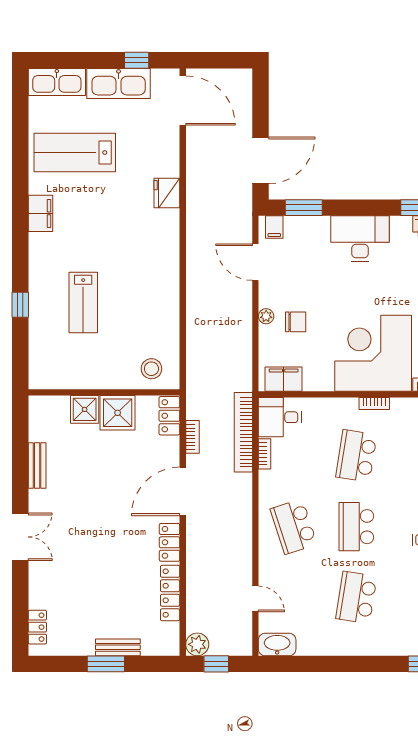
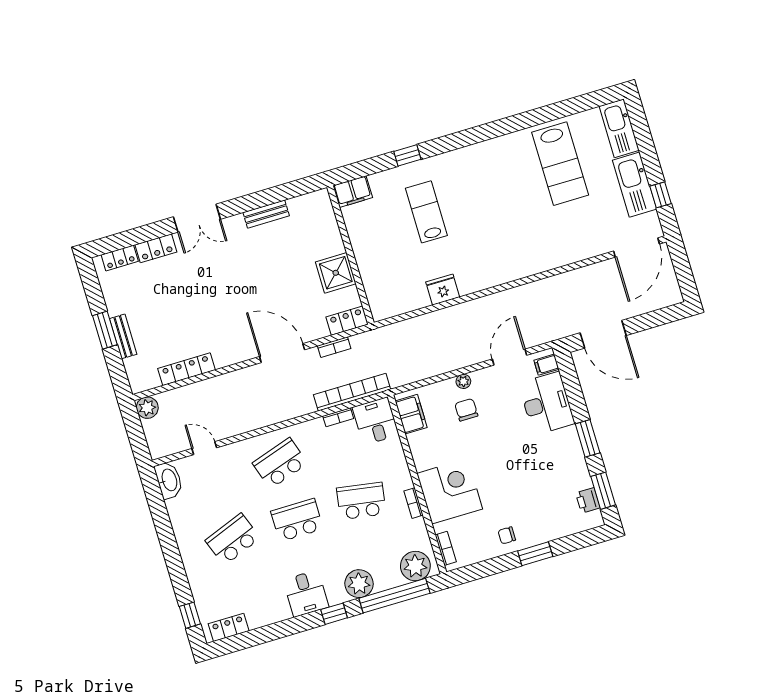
lab bench: (75, 153) -> (560, 164), turned 180
fridge: (167, 193) -> (443, 290), moved
window: (304, 208) -> (588, 438), moved
filing cabinet: (40, 213) -> (353, 192), moved
desk: (360, 239) -> (547, 403), moved
lab bench: (83, 303) -> (426, 212), turned 90
chair: (296, 322) -> (466, 410), turned 180
corner desk: (373, 353) -> (450, 491), width x0.74, depth x0.74
stool: (151, 369) -> (385, 292), removed
shower: (85, 409) -> (330, 242), removed
locker: (170, 542) -> (156, 248), moved, turned 180
school desk: (356, 597) -> (233, 539), turned -30
door: (255, 599) -> (204, 448), swing flipped
window: (216, 664) -> (135, 430), removed

